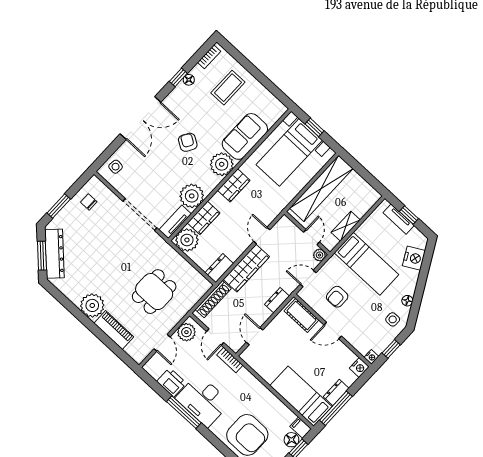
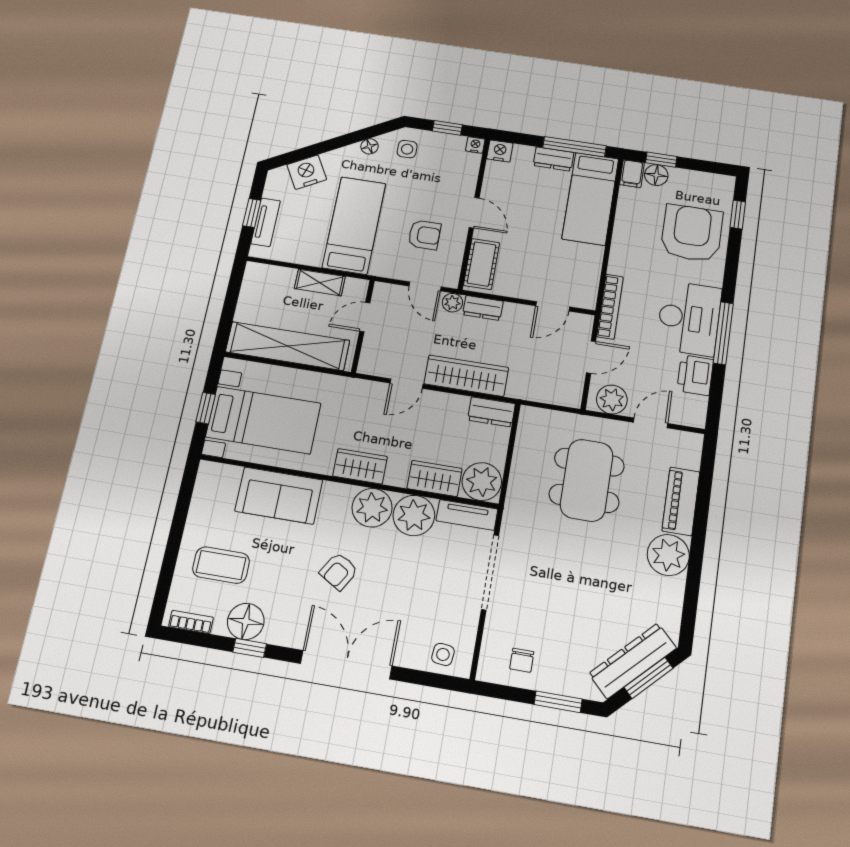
floor lamp: (189, 80) -> (246, 621), width x1.89, depth x1.89
plant: (222, 164) -> (372, 508), moved
plant: (319, 255) -> (452, 303), moved
dining table: (154, 292) -> (587, 480), width x1.38
shoe rack: (213, 299) -> (540, 393), removed
bookcase: (230, 360) -> (610, 307), width x1.56

